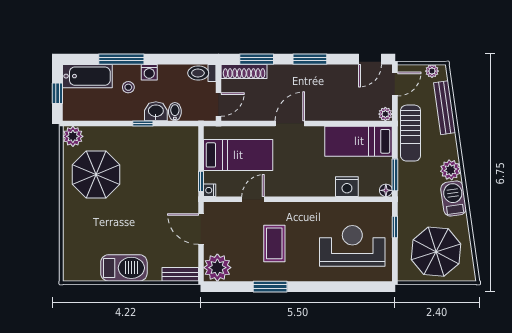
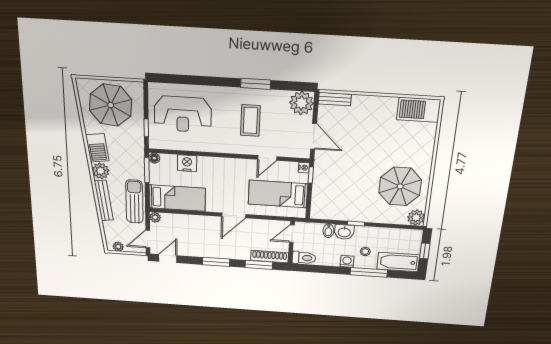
bench: (445, 108) -> (104, 200), moved
barbecue: (124, 268) -> (419, 110), moved

